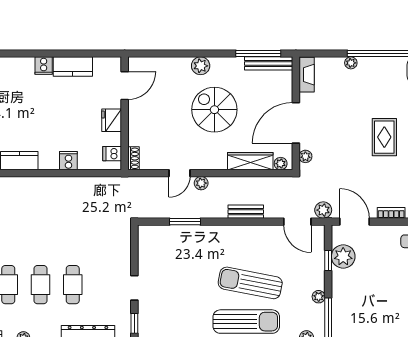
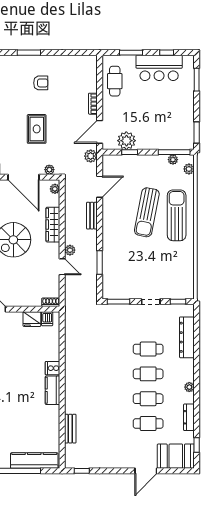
fridge: (112, 120) -> (32, 319), moved
rug: (384, 137) -> (37, 129), moved, turned 90
cooker: (68, 161) -> (53, 368), moved
wardrobe: (250, 161) -> (53, 225), moved
door: (297, 222) -> (100, 187), moved
window: (134, 246) -> (118, 302), added
plant: (319, 297) -> (173, 160), moved

